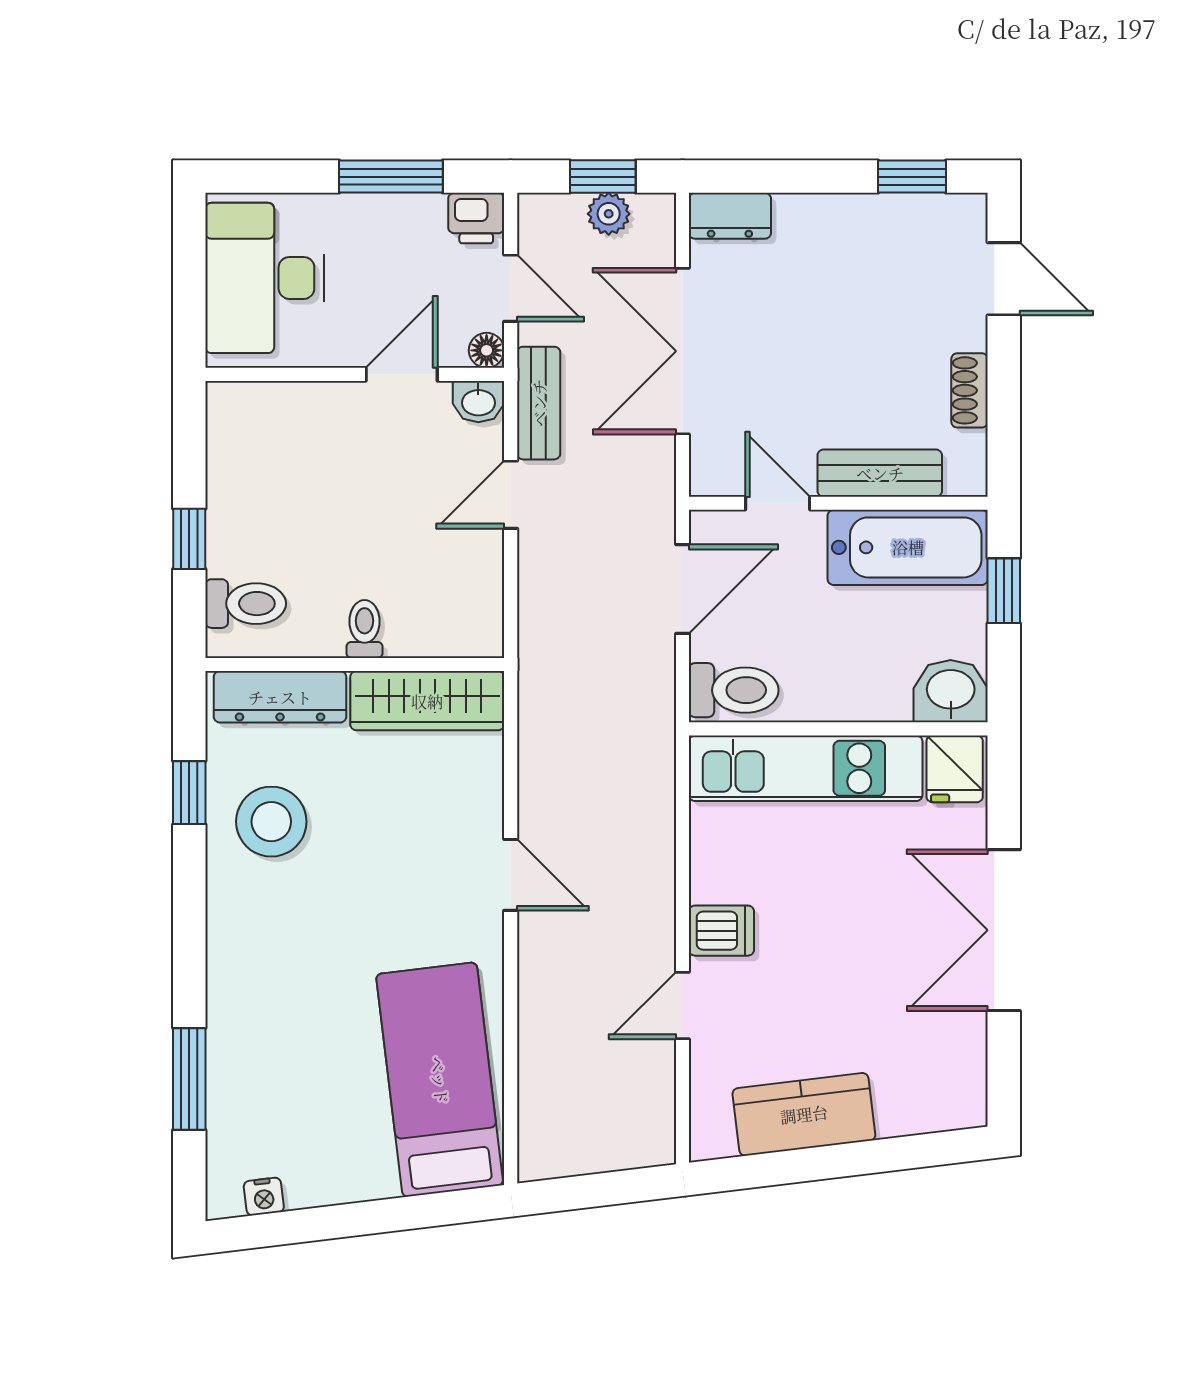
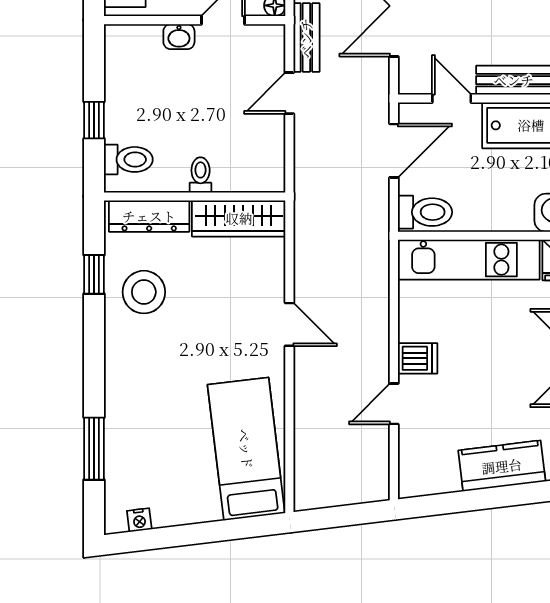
washbasin: (478, 402) -> (179, 37), moved
kitchen counter: (804, 1114) -> (502, 466), moved

